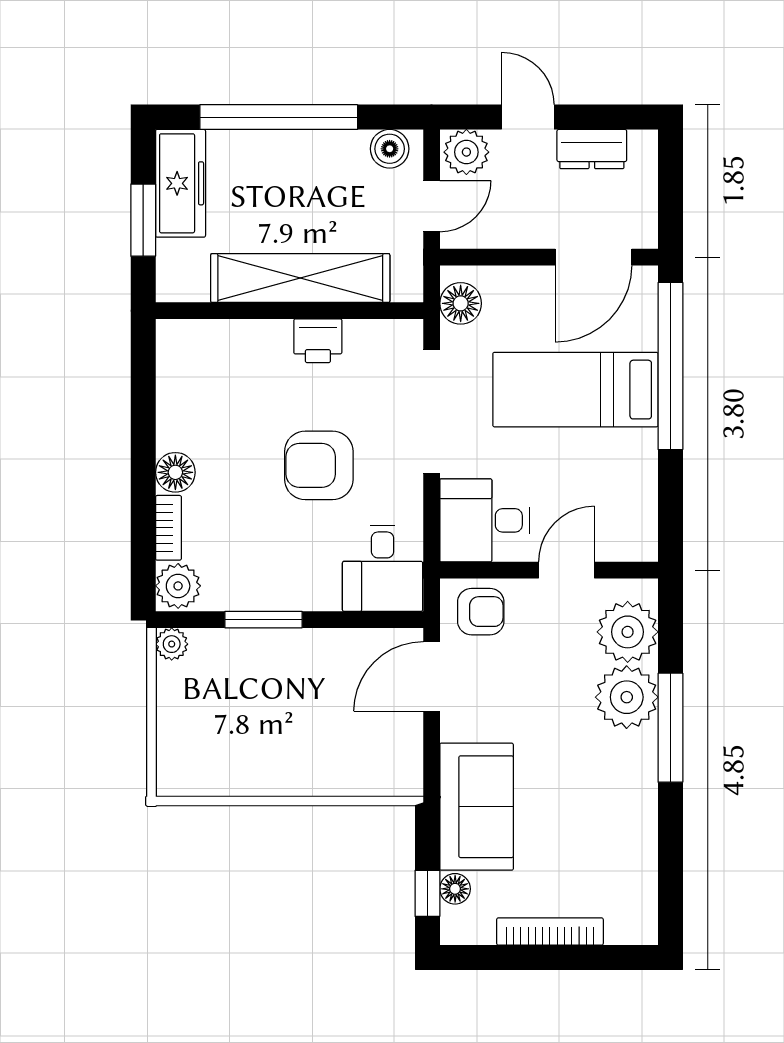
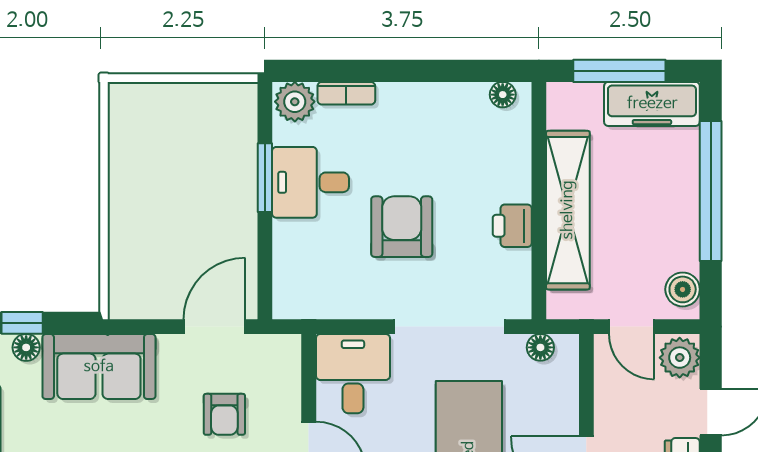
window: (143, 220) -> (619, 71), width x1.44
floor lamp: (461, 303) -> (540, 347), width x0.73, depth x0.73
floor lamp: (175, 472) -> (503, 95), moved, width x0.73, depth x0.73
desk: (383, 568) -> (310, 182), moved
armchair: (481, 612) -> (224, 414), moved
plant: (172, 644) -> (243, 96), removed
door: (432, 676) -> (214, 327), hinge flipped

